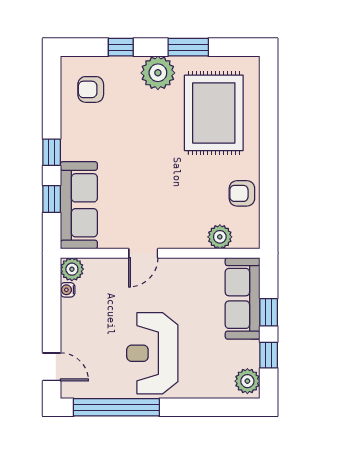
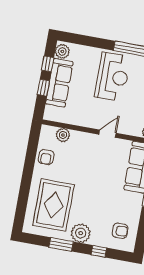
armchair: (242, 193) -> (46, 157), turned 90
sofa: (243, 298) -> (59, 83), moved

